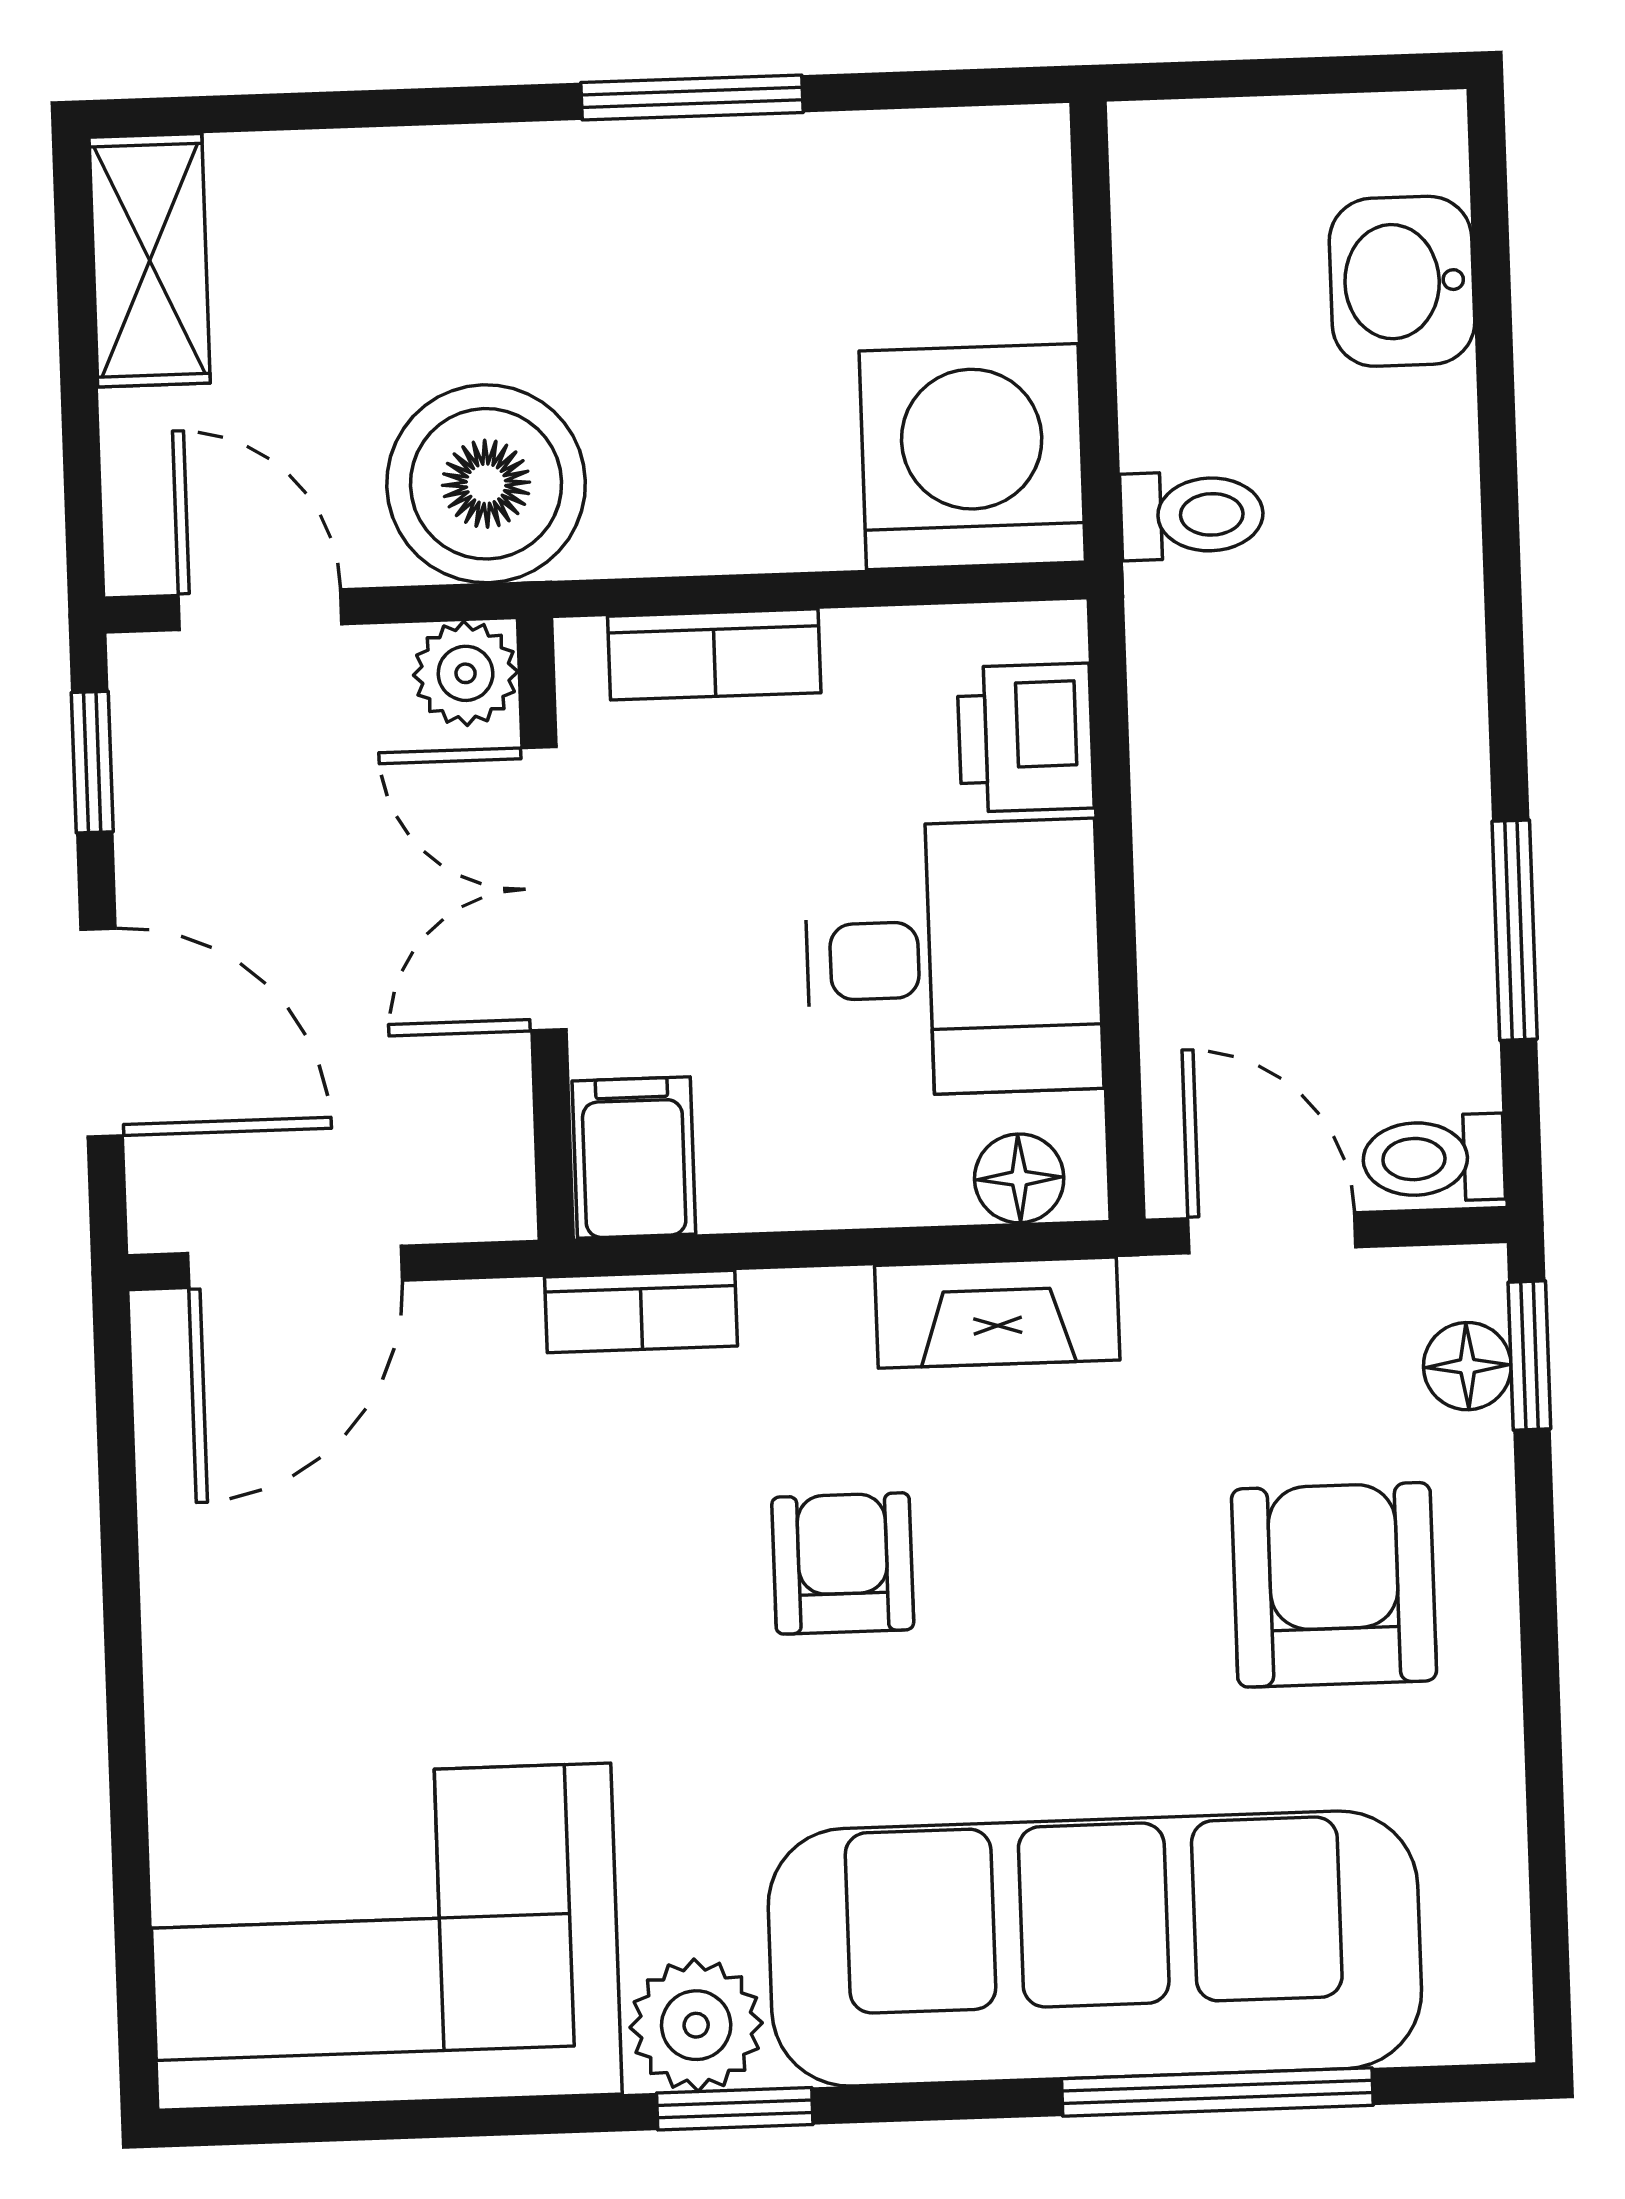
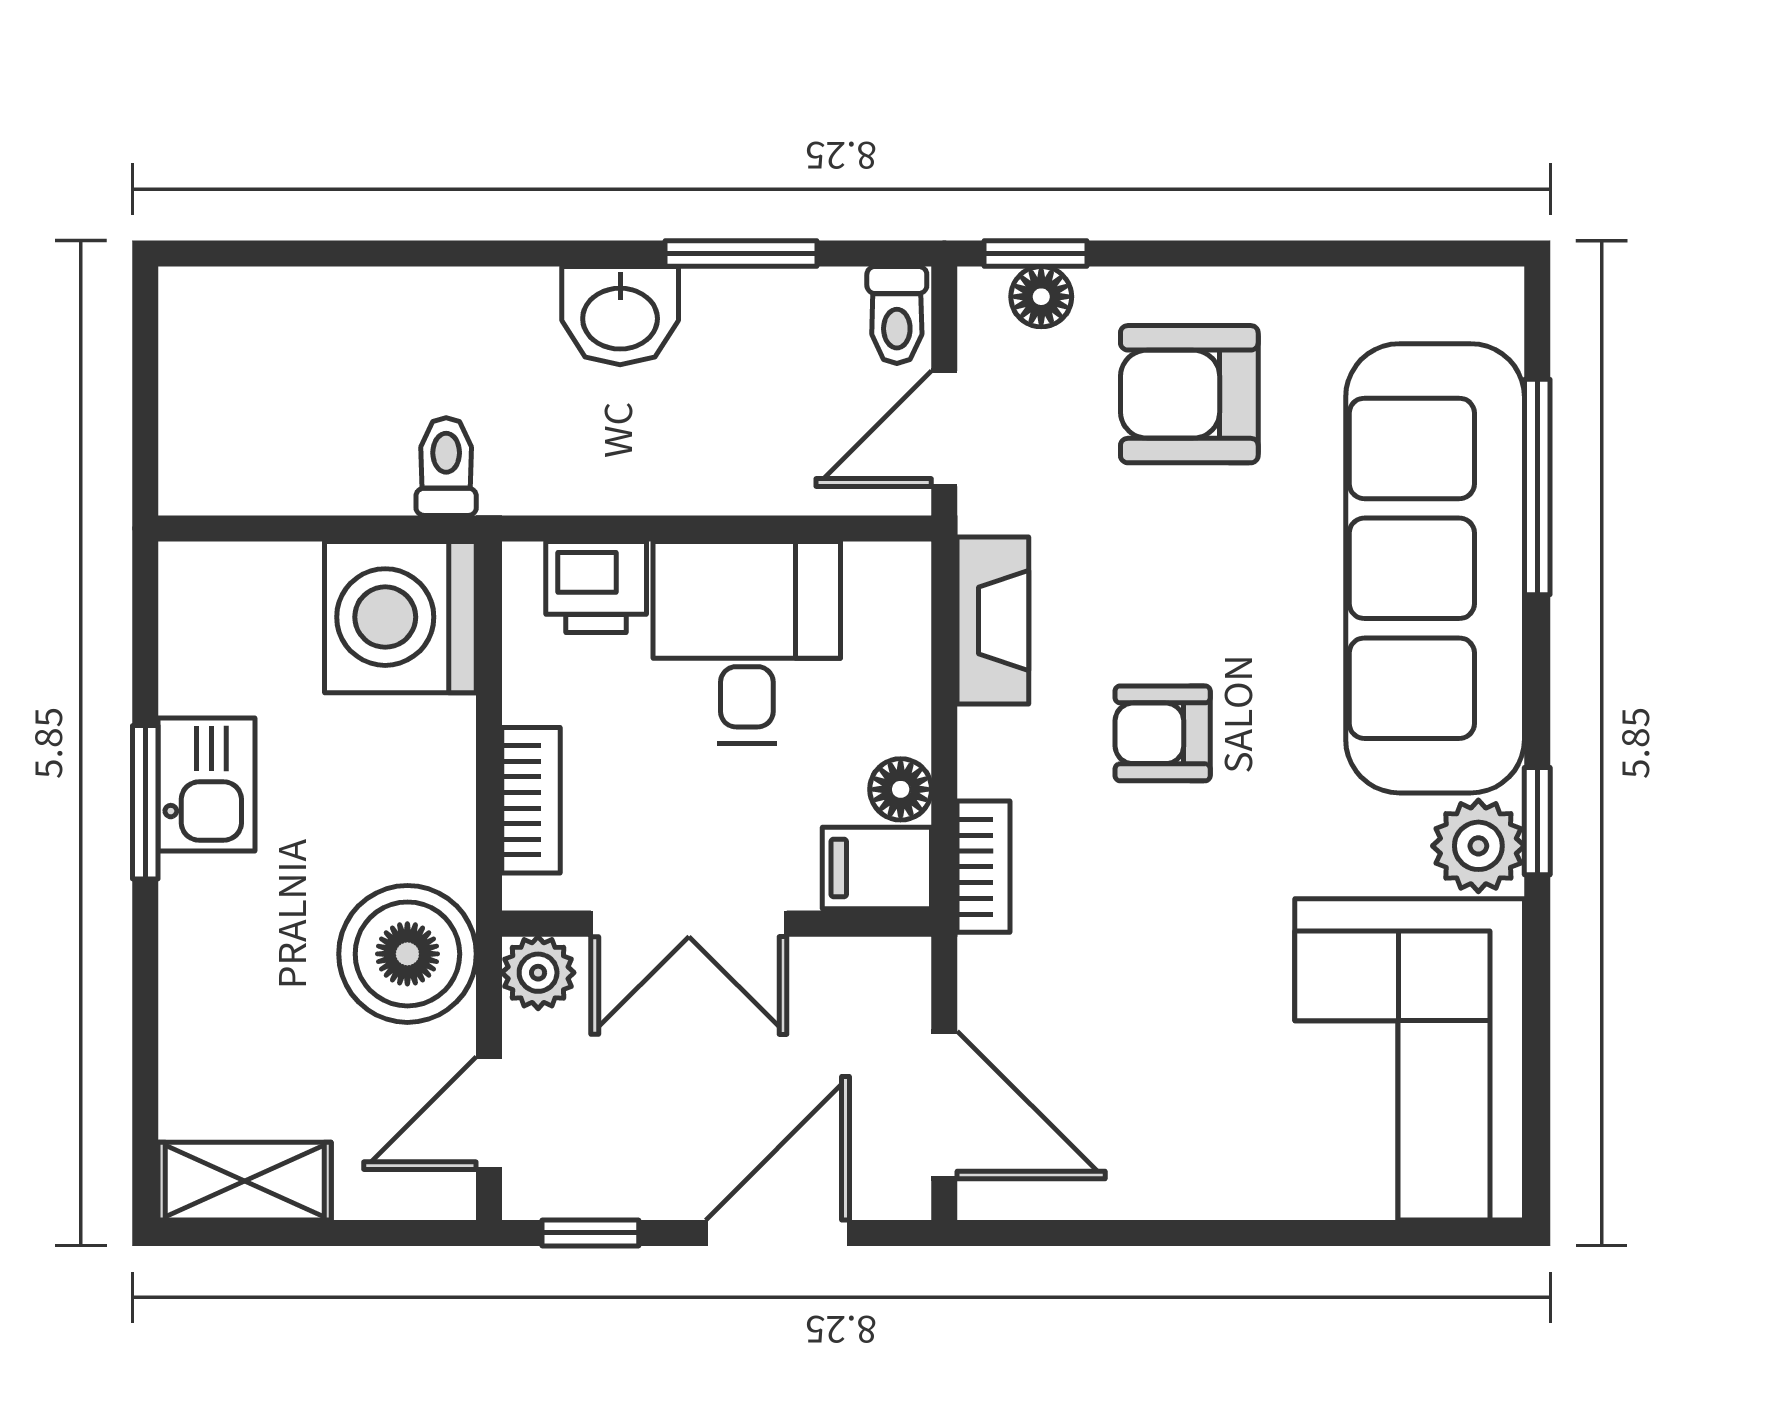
kitchen sink: (721, 185) -> (207, 784), added
washbasin: (1402, 281) -> (620, 316), moved
floor lamp: (1019, 1178) -> (901, 789), moved

